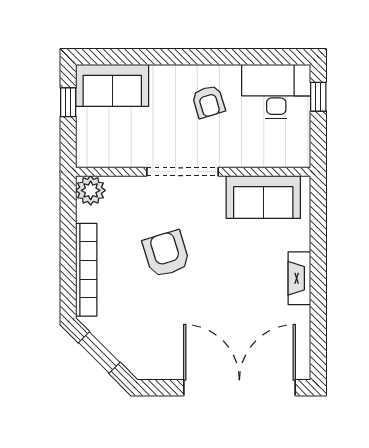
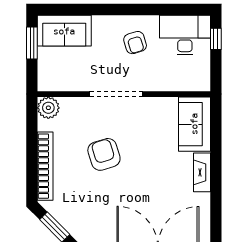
window: (68, 102) -> (32, 43), width x1.50
sofa: (263, 197) -> (194, 124), moved, turned 90

